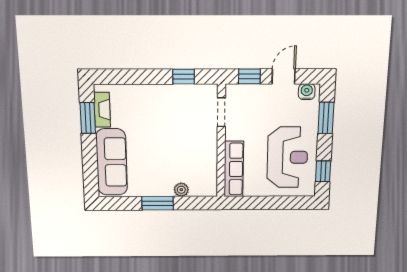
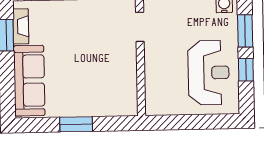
row of seats: (234, 169) -> (154, 86), removed
window: (323, 171) -> (246, 70), moved
plant: (181, 190) -> (101, 109), removed

